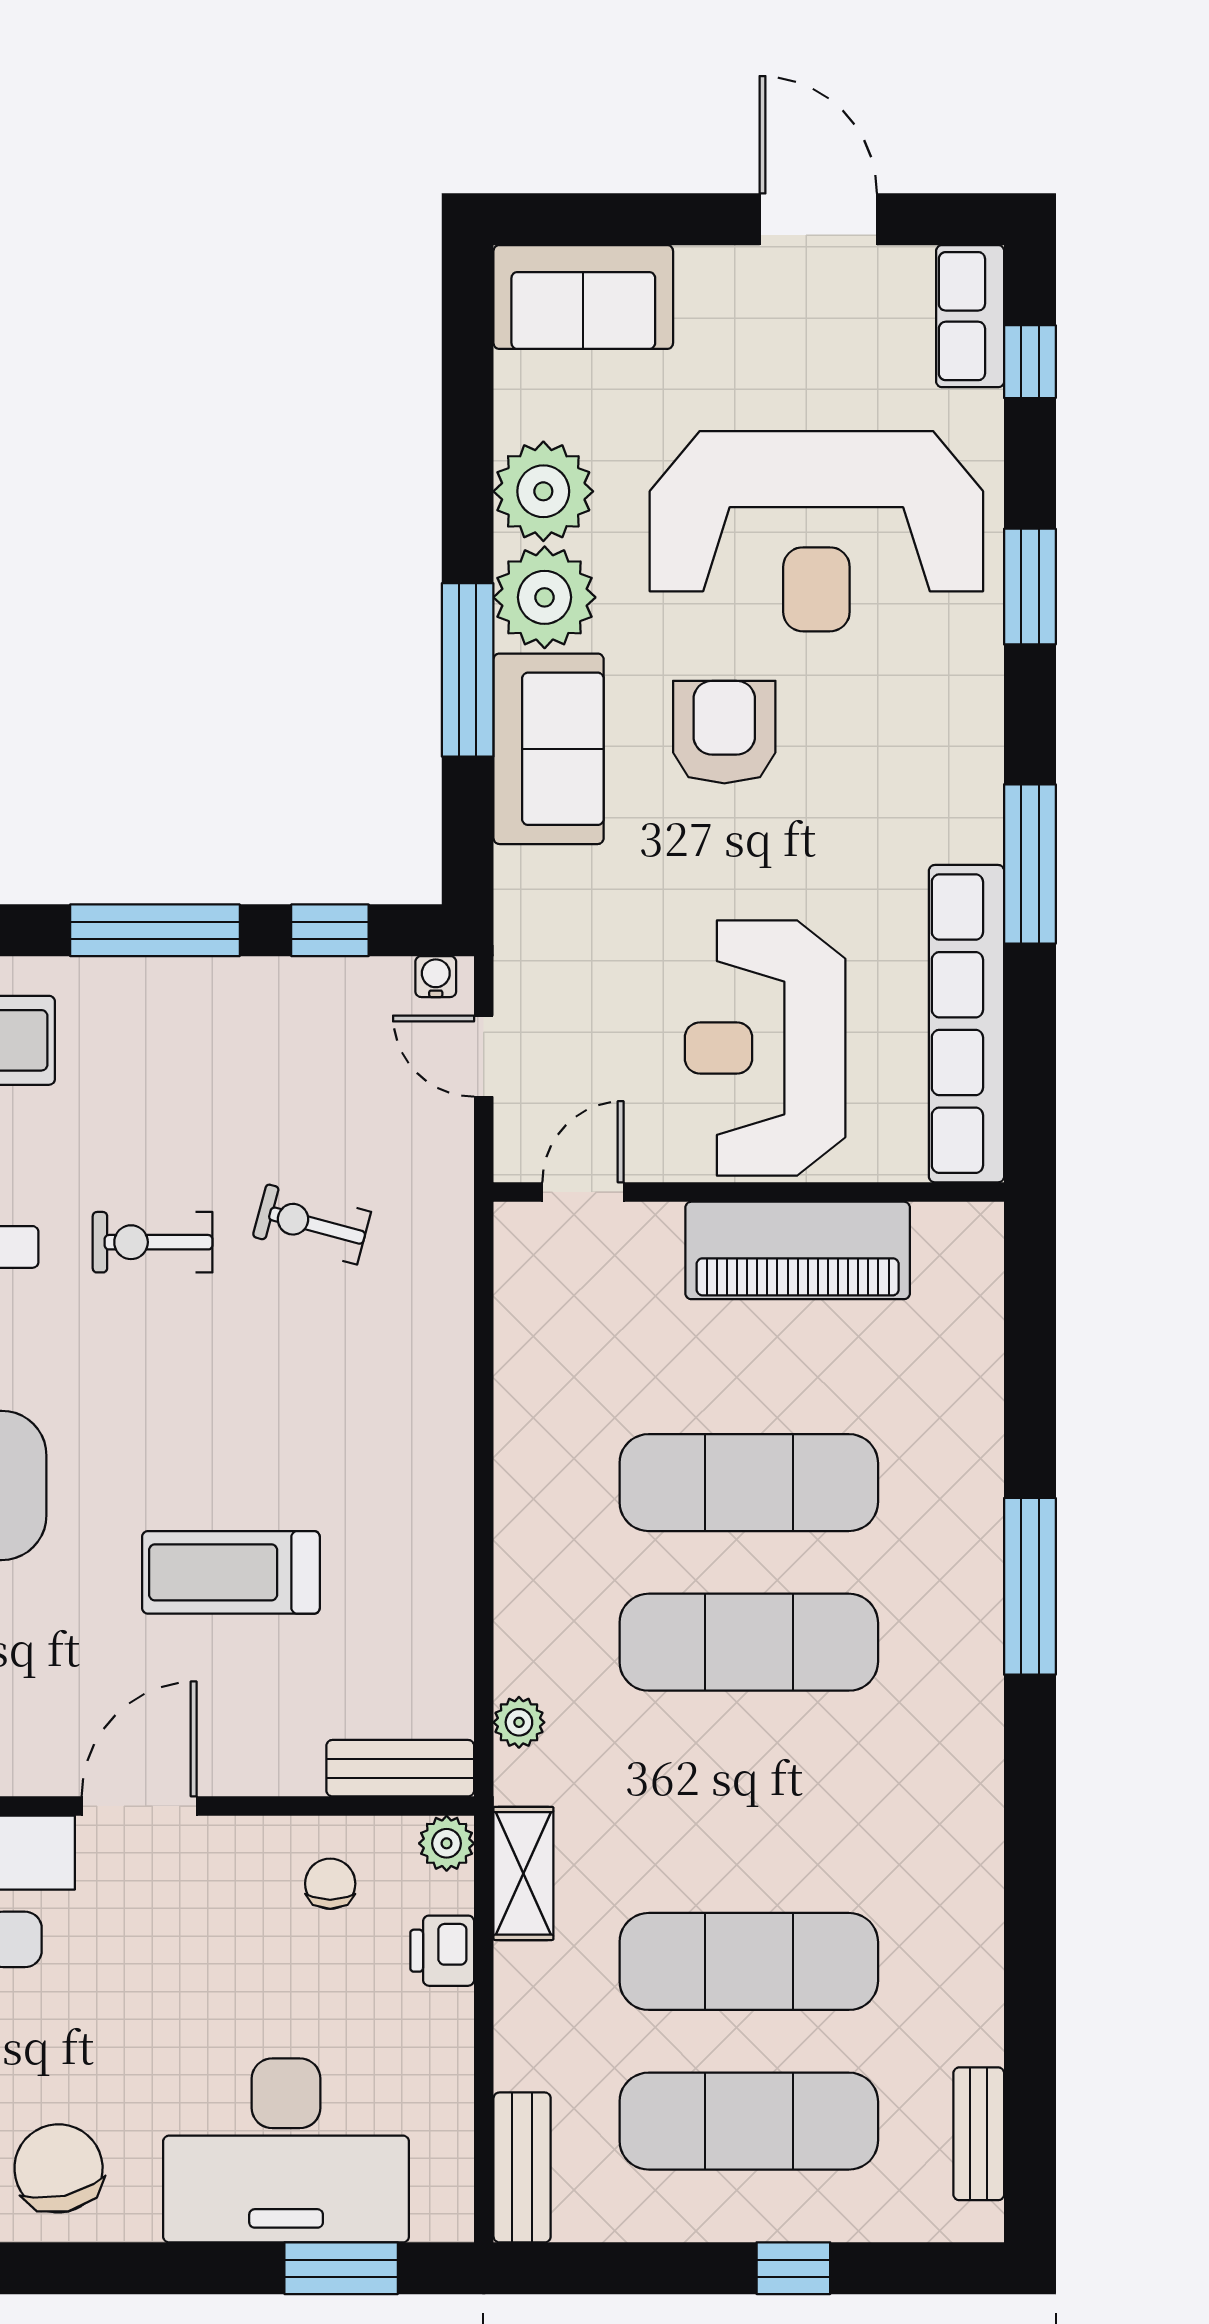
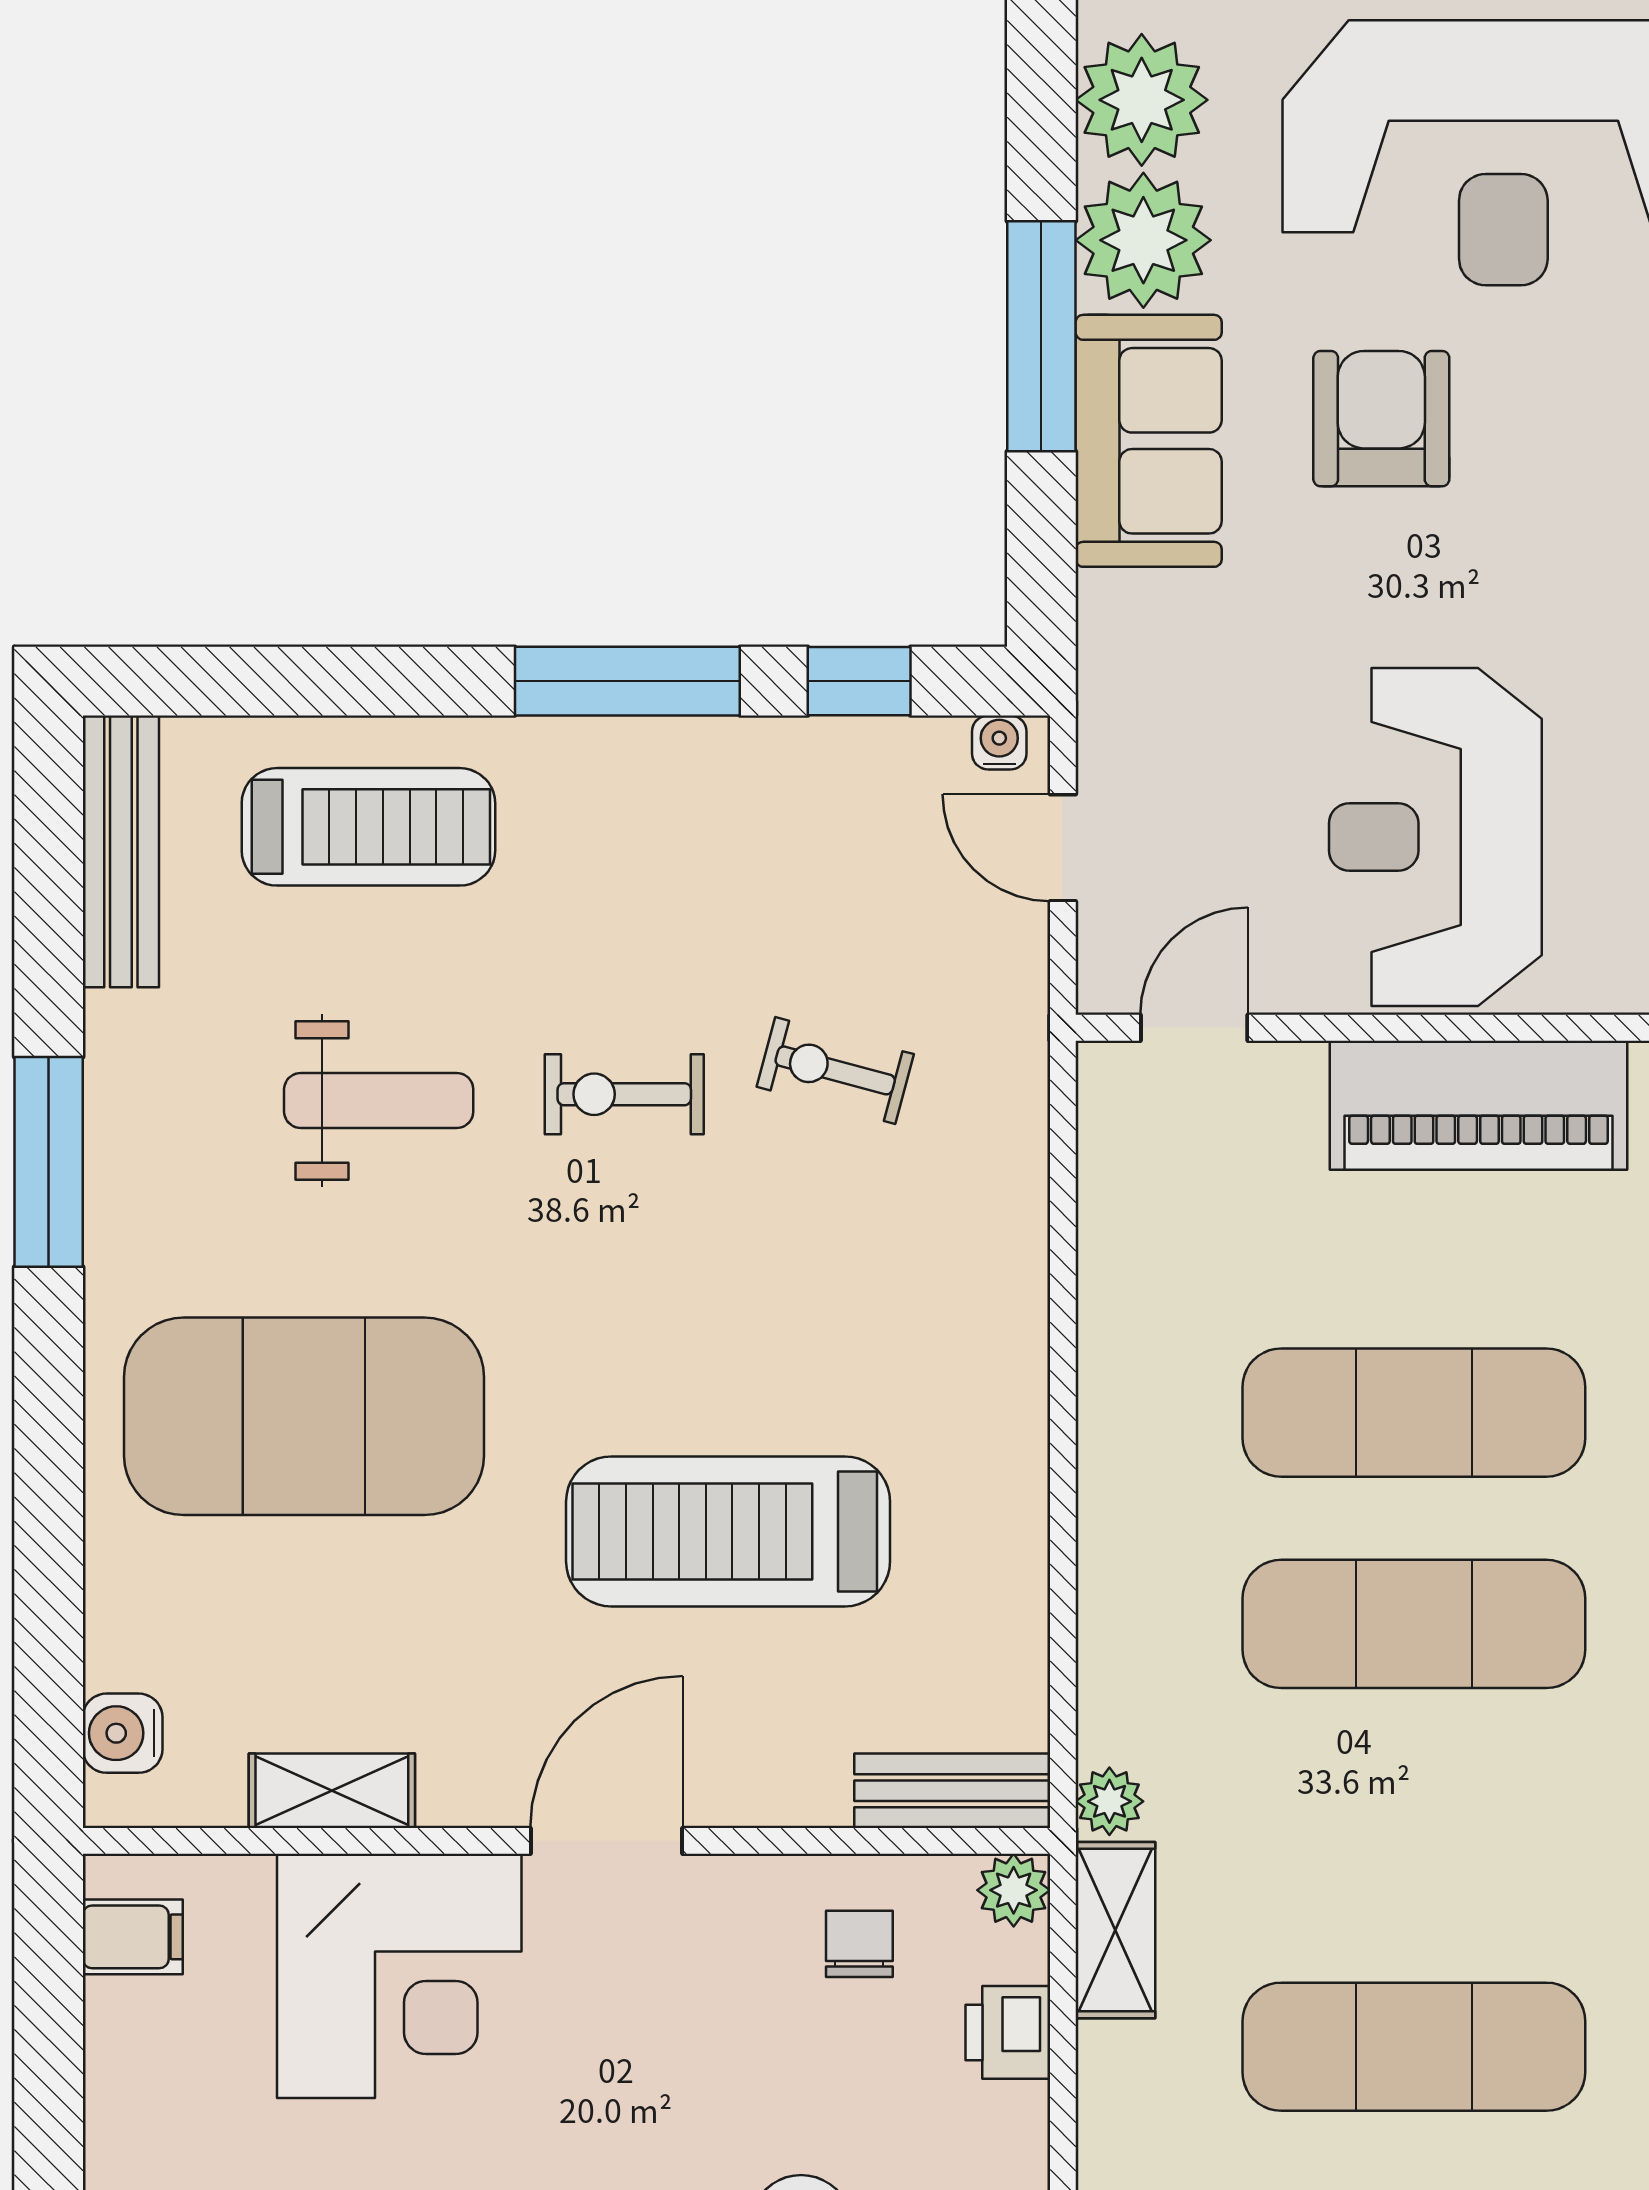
treadmill: (231, 1572) -> (728, 1531), width x1.37, depth x1.38
plant: (519, 1722) -> (1109, 1801), moved

